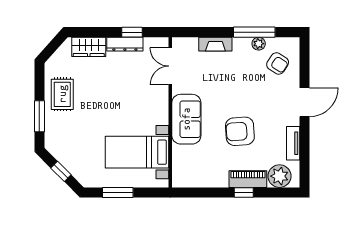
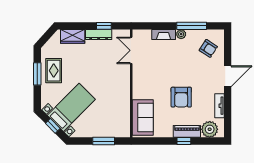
plant: (259, 44) -> (181, 34), moved
window: (39, 116) -> (37, 74), moved
sofa: (186, 119) -> (143, 118), moved
armchair: (240, 131) -> (181, 97), turned -86
bed with nightstands: (137, 152) -> (71, 107), moved, turned 135
window: (118, 192) -> (104, 141), moved

